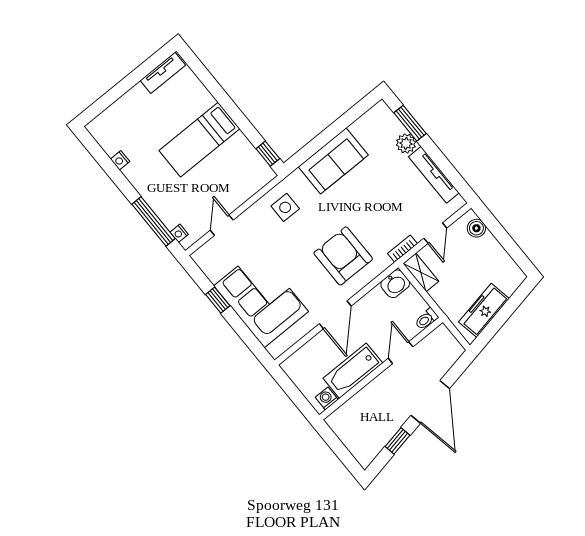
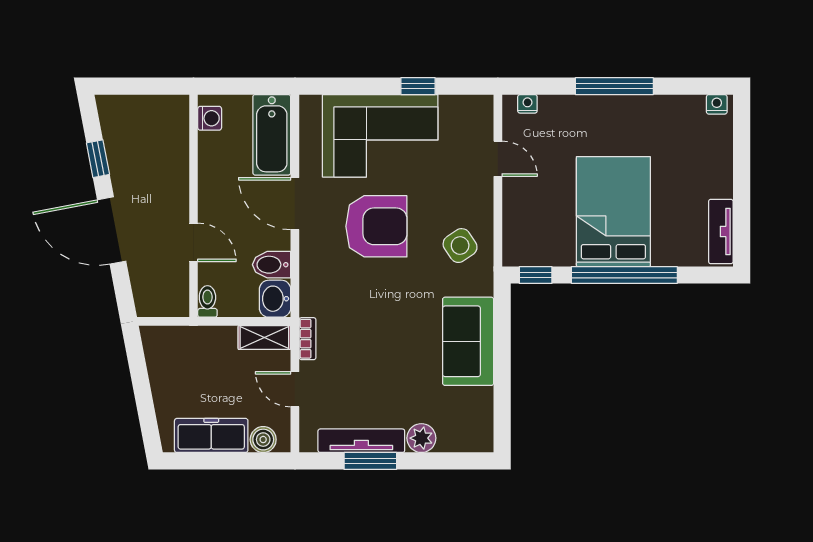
window: (229, 106) -> (624, 275), added
window: (410, 123) -> (370, 461), moved
bed: (199, 140) -> (613, 212), width x1.50
nightstand: (120, 160) -> (717, 104), moved
side table: (285, 207) -> (460, 246), turned -34
window: (153, 221) -> (614, 86), moved
armchair: (343, 256) -> (376, 226), moved
bidet: (378, 301) -> (272, 265), added
freezer: (484, 310) -> (211, 435), moved, turned -79
bathtub: (353, 371) -> (272, 135), moved, turned 180

